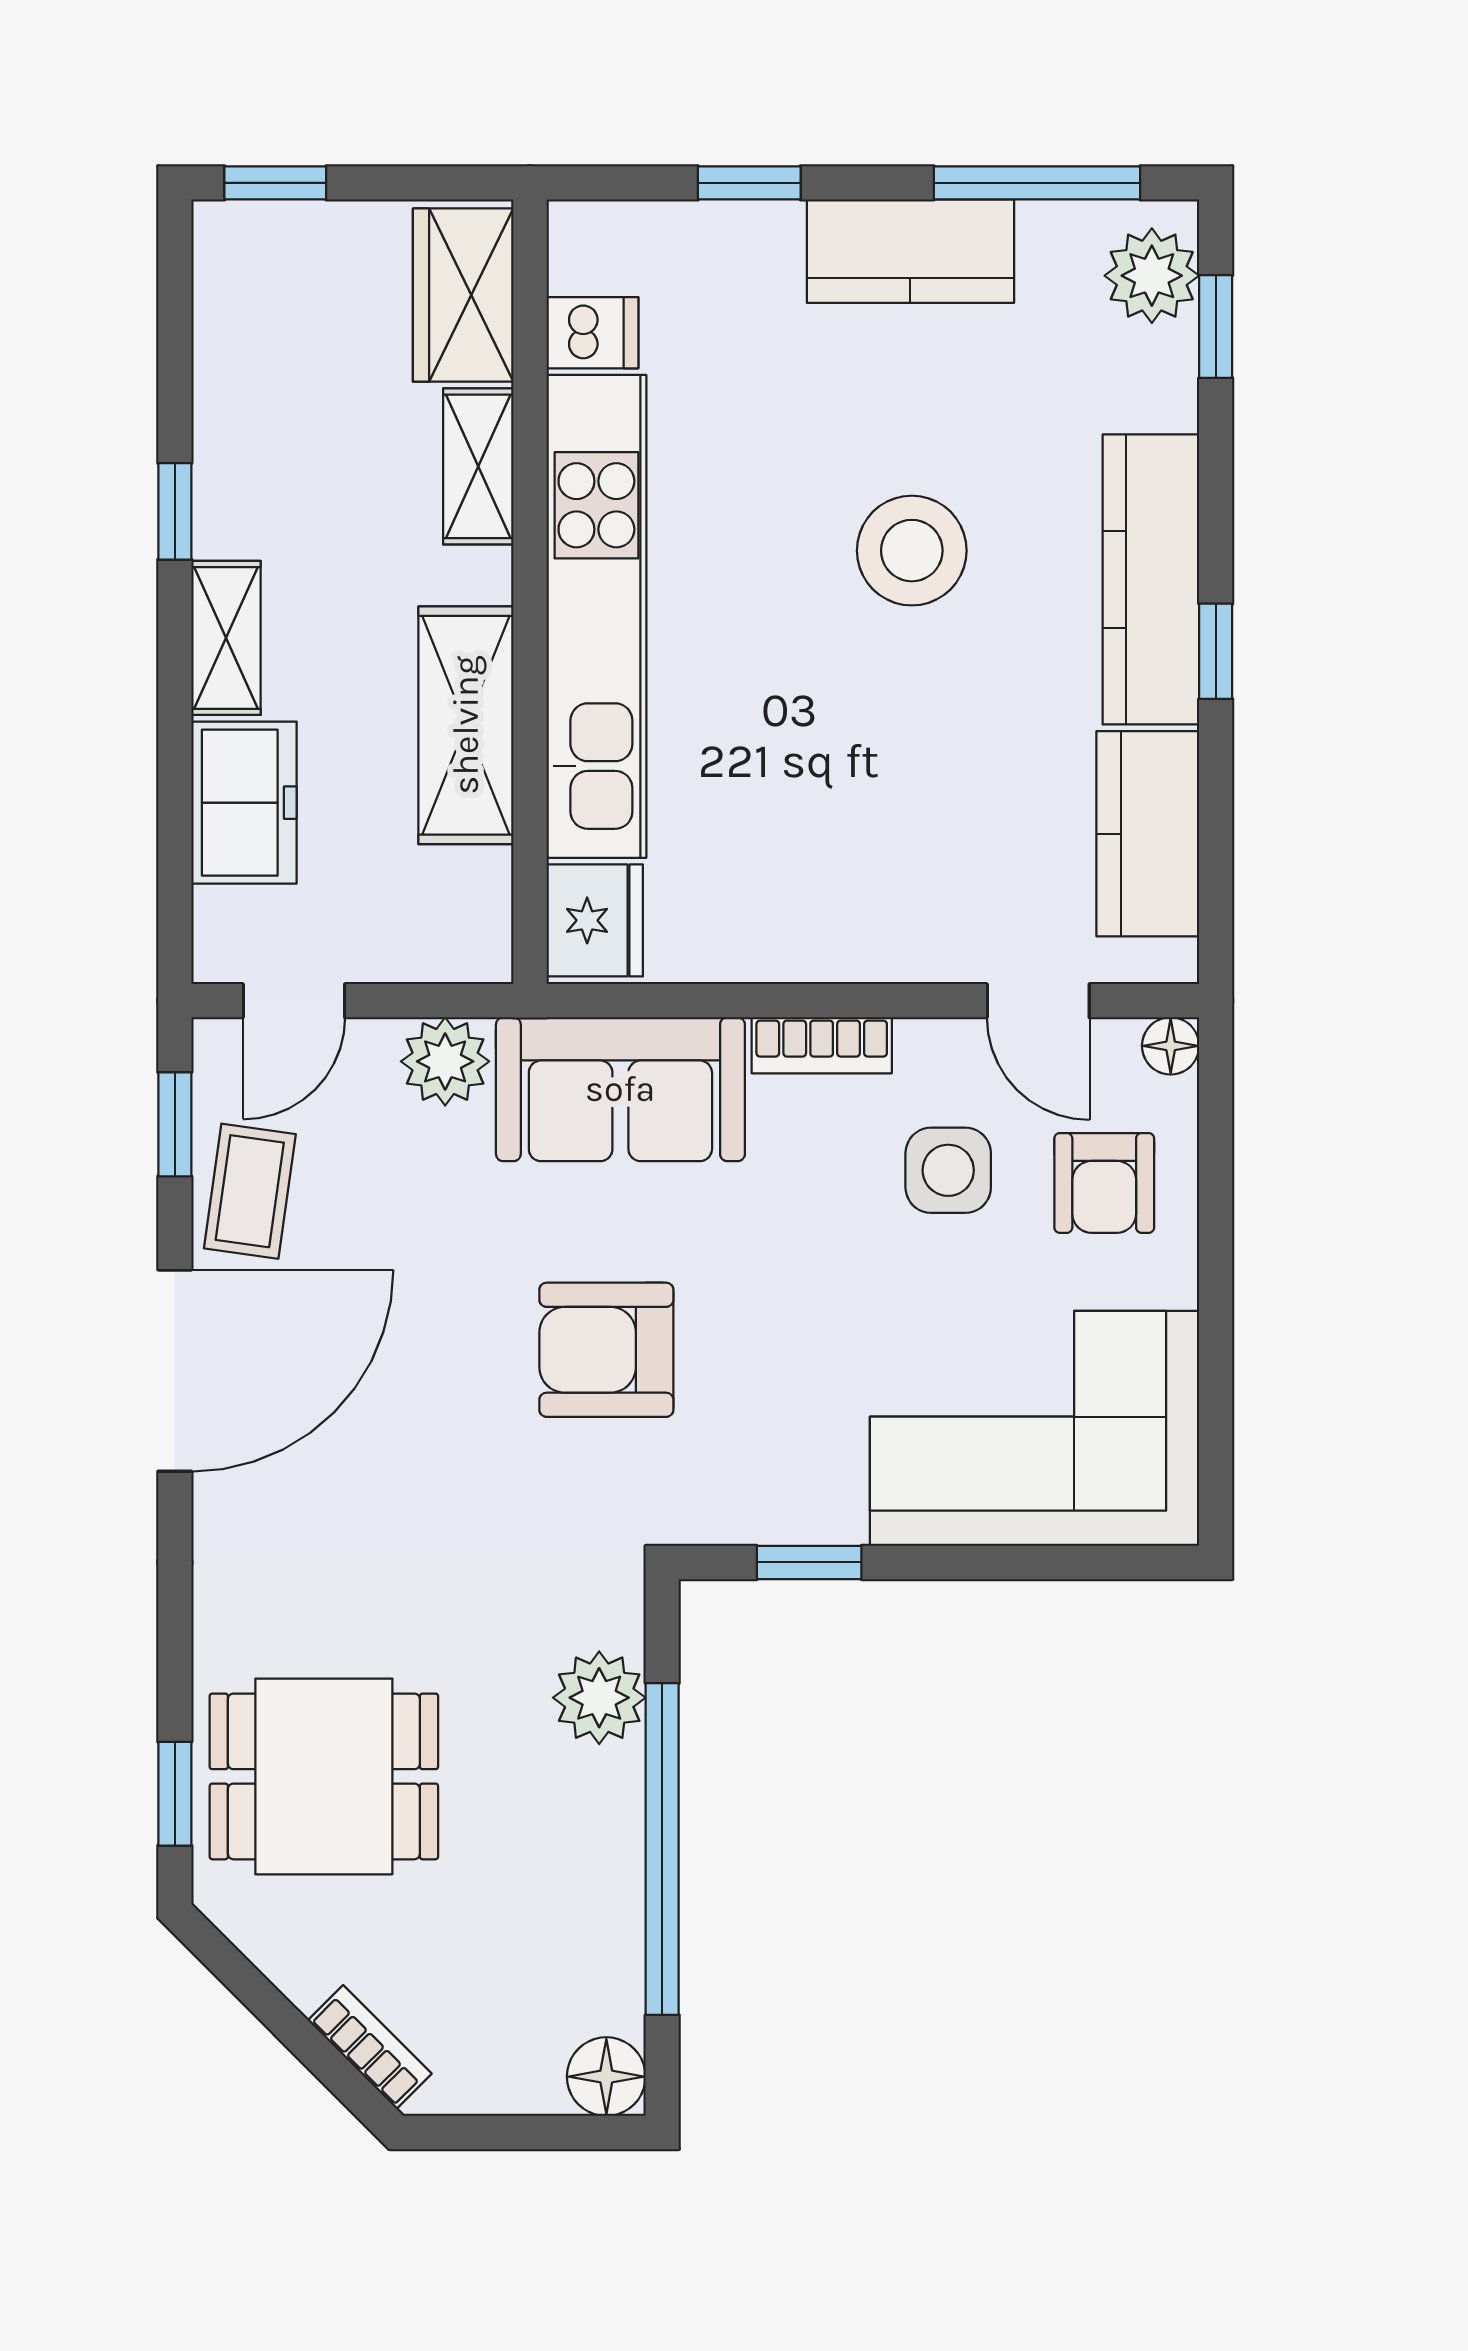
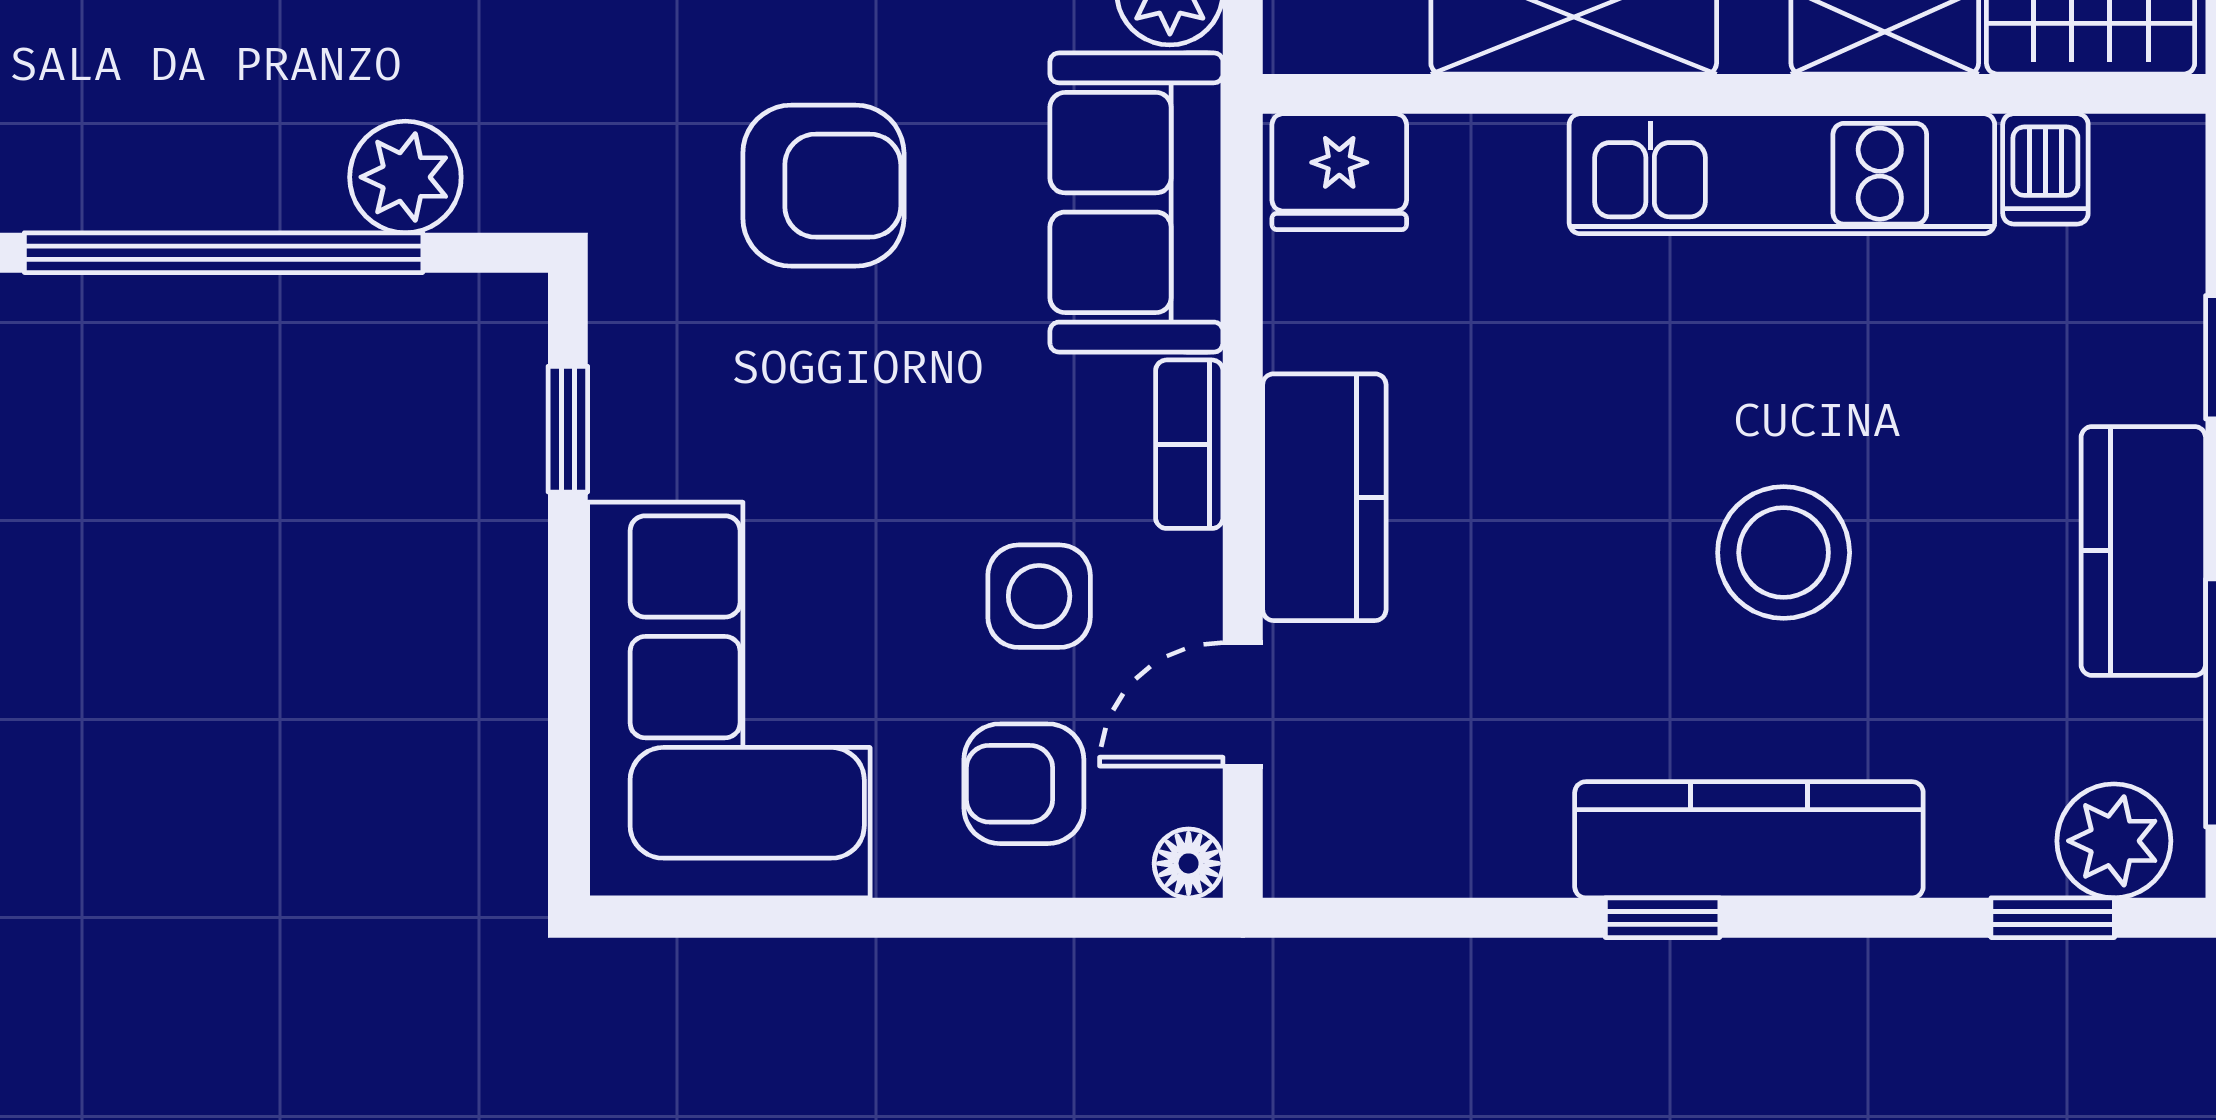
kitchen unit: (596, 616) -> (1782, 174), width x0.73
kitchen counter: (1148, 834) -> (1324, 497), moved, turned 90
armchair: (606, 1350) -> (823, 186), turned 90

